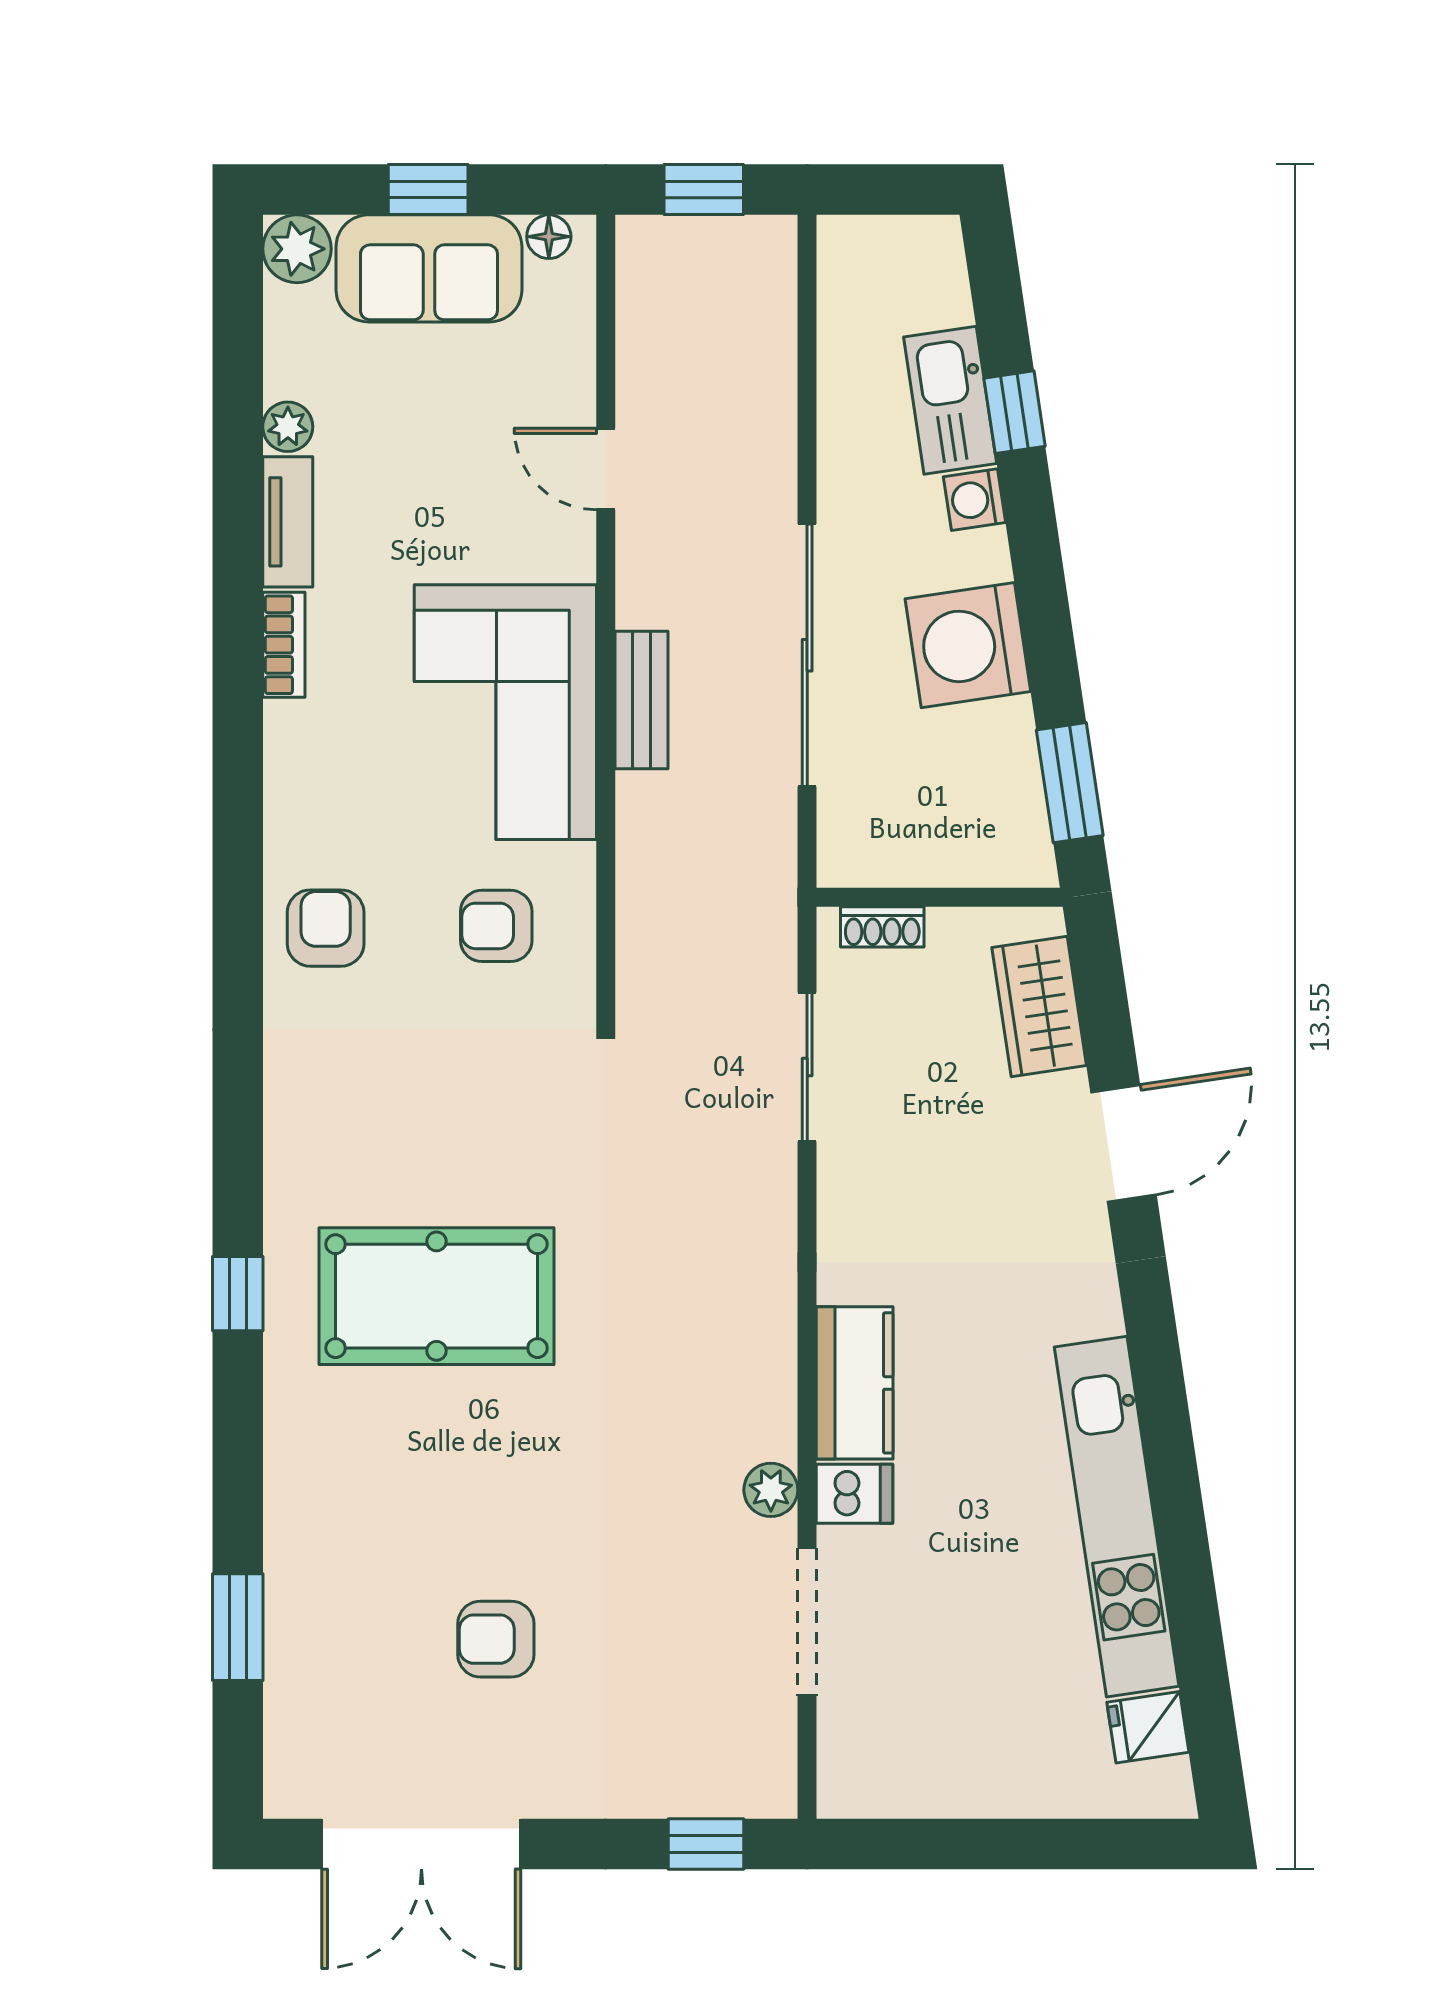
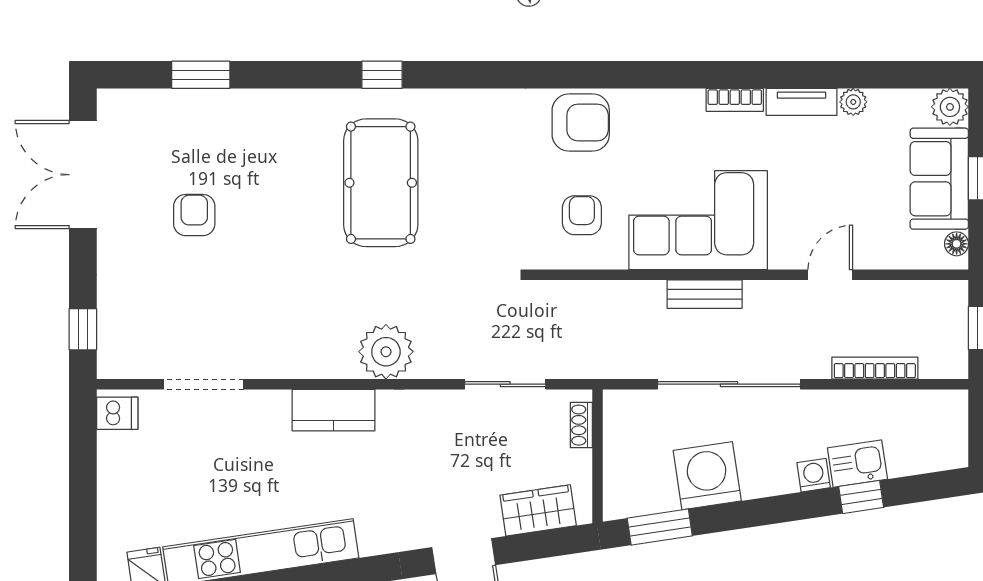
bookcase: (777, 387) -> (875, 368), added
kitchen sink: (950, 400) -> (857, 464), width x0.73
washing machine: (968, 645) -> (707, 476), moved
armchair: (326, 928) -> (581, 123), width x1.38, depth x1.38
plant: (771, 1490) -> (386, 352), moved, width x1.87, depth x1.87
dishwasher: (855, 1494) -> (117, 413), moved, turned -90

